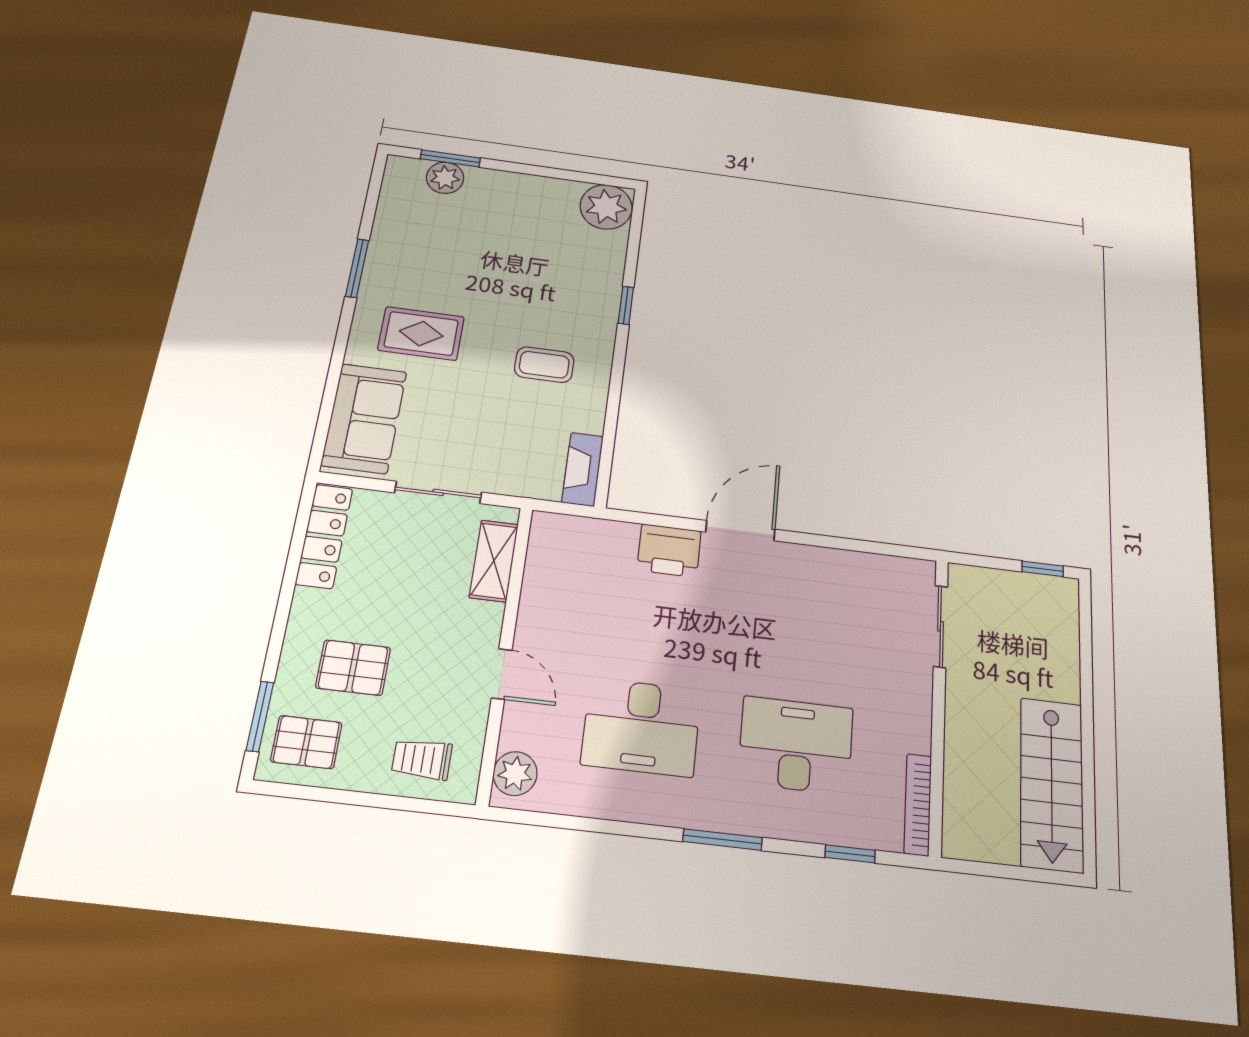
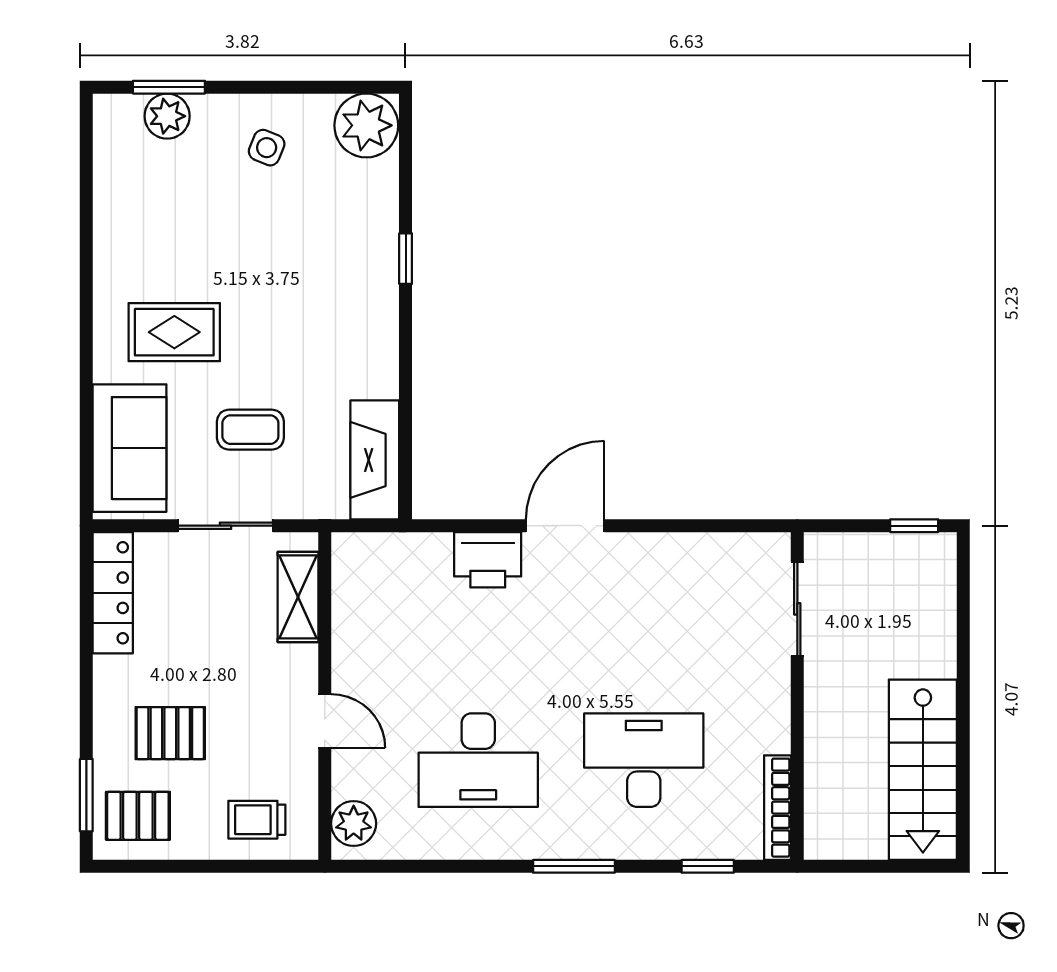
side table: (523, 211) -> (267, 148), added
window: (357, 268) -> (86, 258), removed
coffee table: (544, 365) -> (250, 430), moved
fireplace: (583, 469) -> (375, 460), width x1.37, depth x1.32

